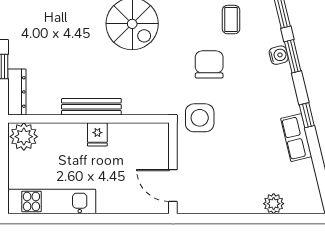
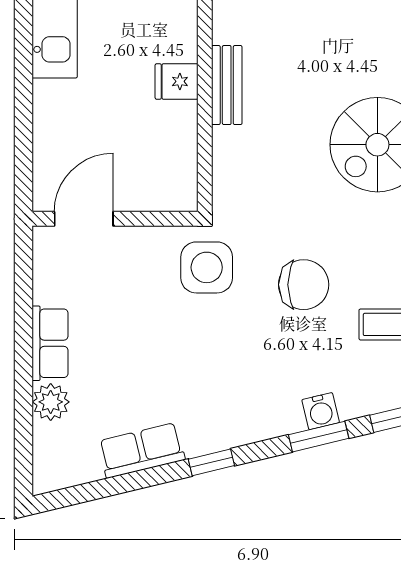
bench: (91, 107) -> (227, 85), width x0.73
row of seats: (296, 138) -> (141, 450), moved
row of seats: (241, 204) -> (50, 343), added

